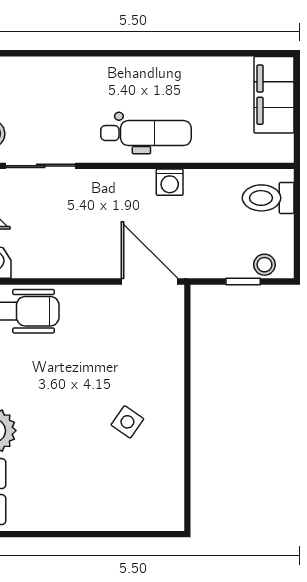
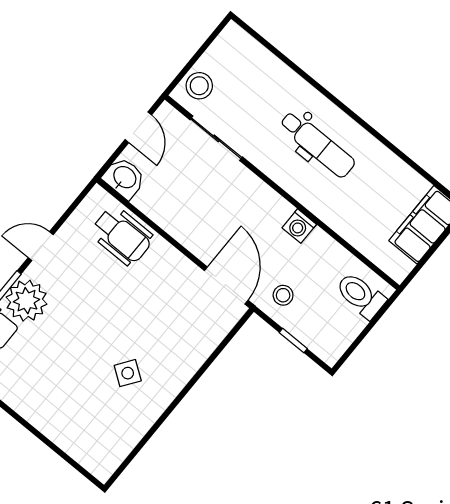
dental chair: (146, 133) -> (317, 144), moved
stool: (264, 265) -> (283, 295), moved

